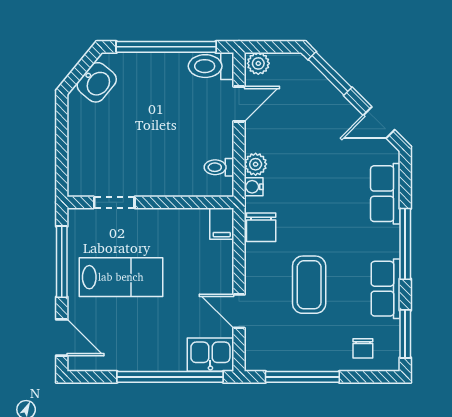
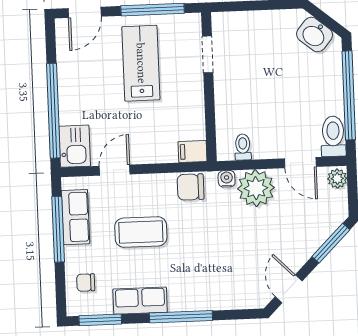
plant: (256, 164) -> (256, 188), width x1.87, depth x1.87
row of seats: (385, 194) -> (76, 217), moved, turned 90
lab bench: (121, 277) -> (141, 63), turned 180

